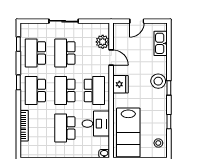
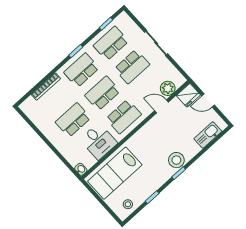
school desk: (65, 53) -> (132, 67), turned 180
door: (111, 57) -> (162, 106), swing flipped
fridge: (121, 84) -> (188, 95), moved

